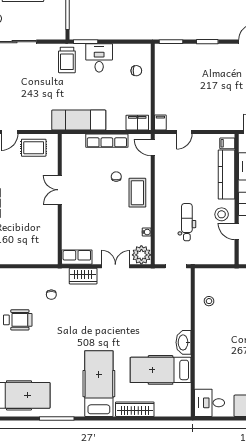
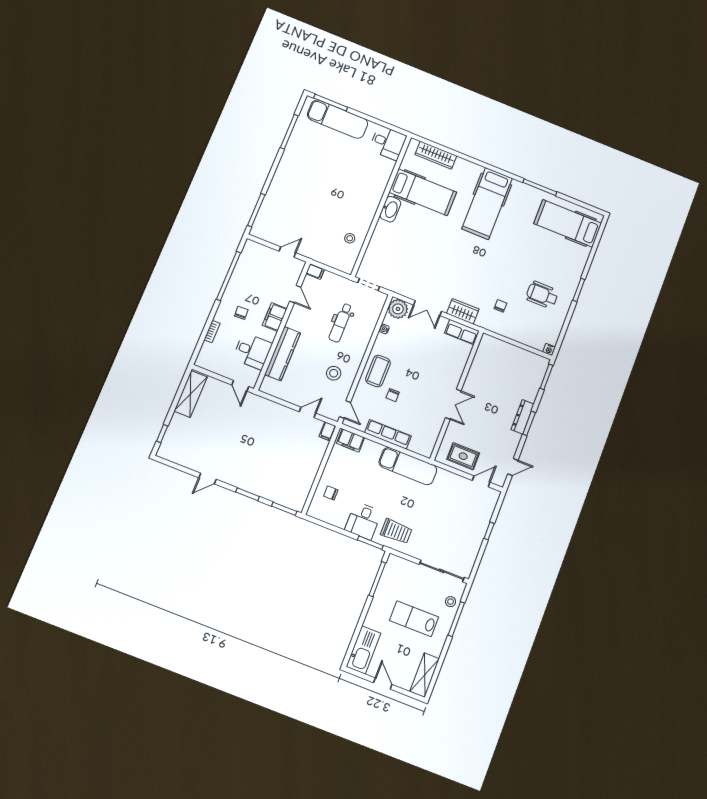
trolley: (67, 60) -> (396, 531), turned 90
filing cabinet: (227, 143) -> (315, 271), moved
stool: (222, 214) -> (334, 373), moved
wardrobe: (135, 409) -> (436, 155), moved

